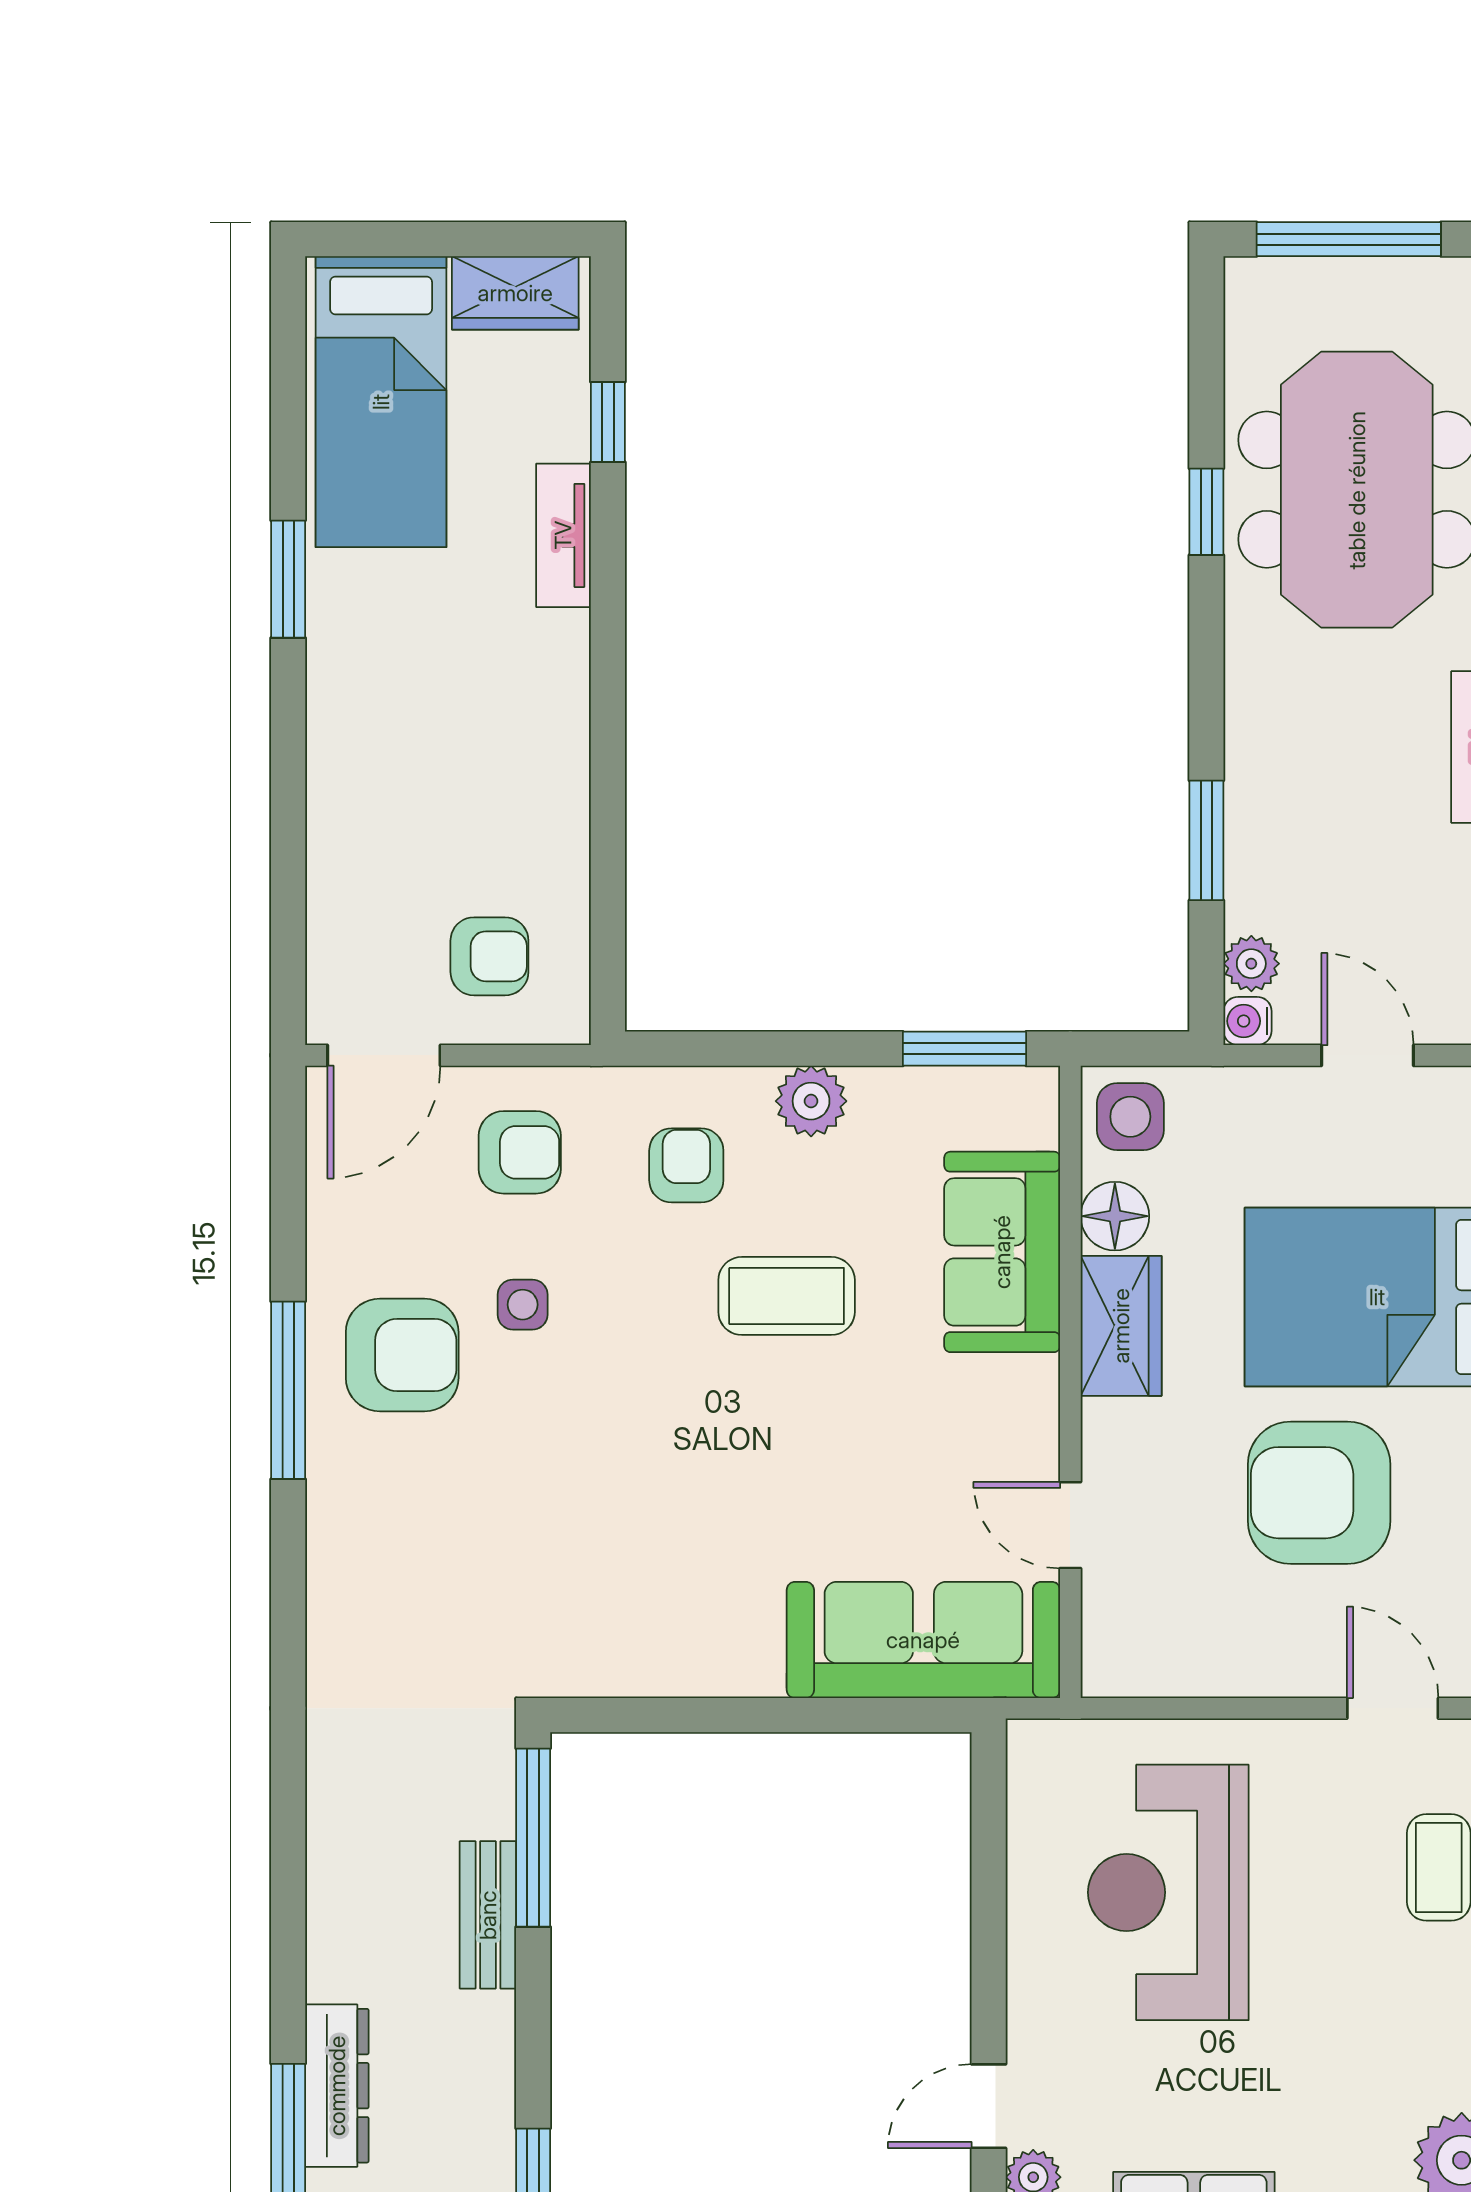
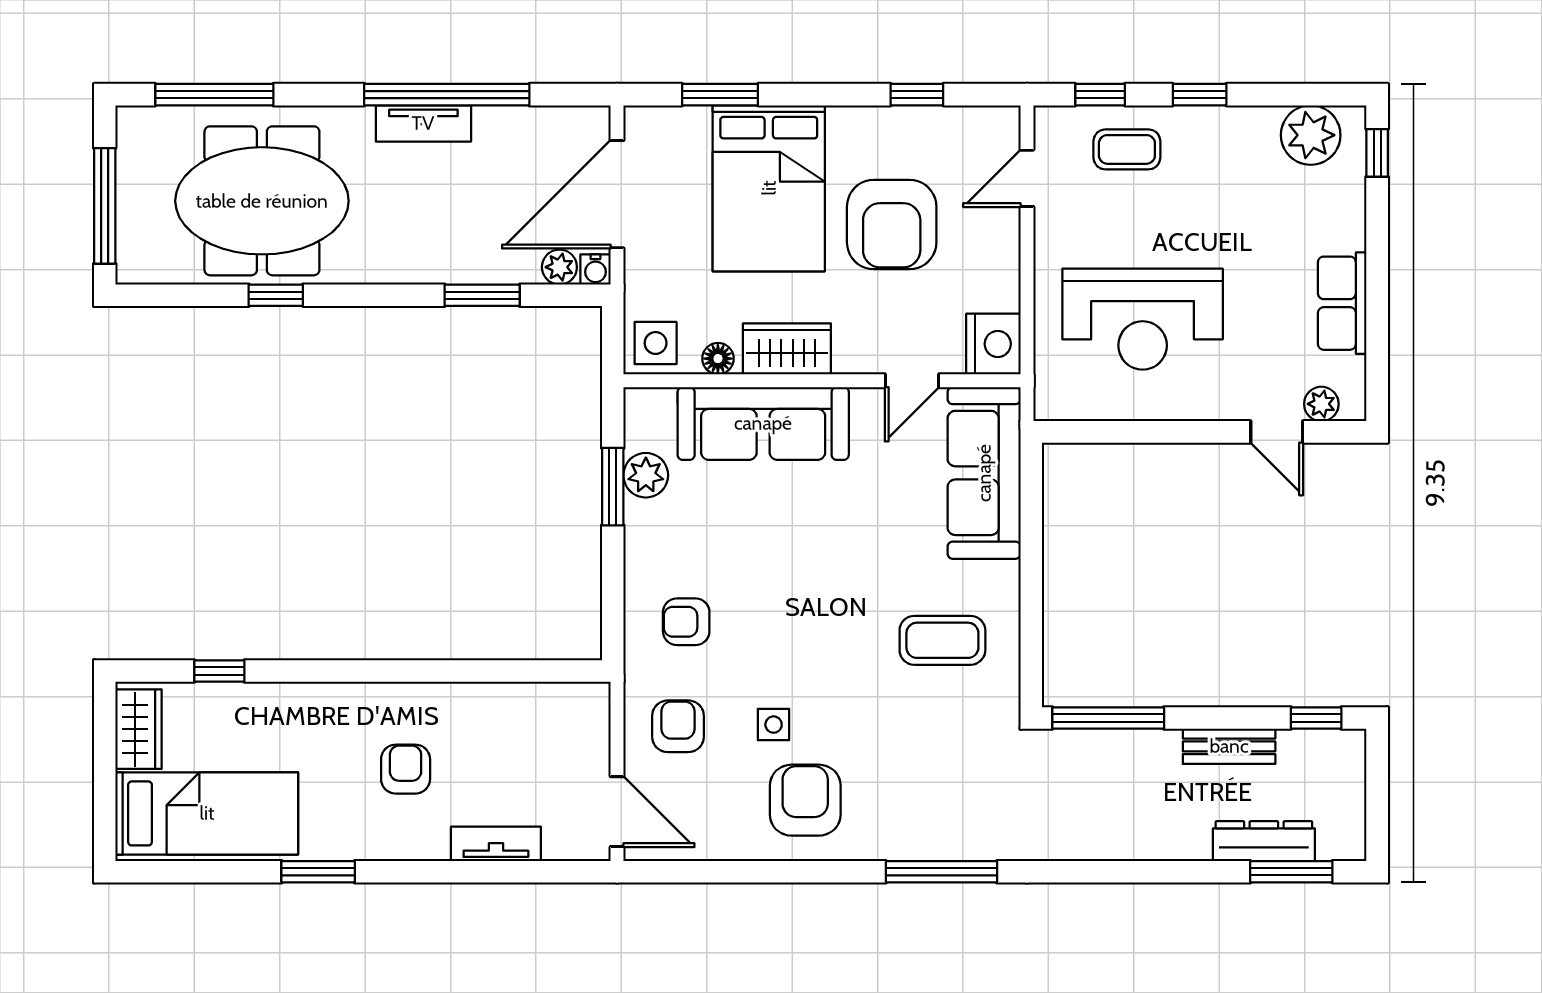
tv unit: (563, 535) -> (496, 844), moved, turned 180
armchair: (489, 956) -> (406, 769), moved
window: (964, 1049) -> (613, 487), moved
door: (1367, 1055) -> (617, 194), width x1.88
plant: (811, 1101) -> (646, 475), moved
floor lamp: (1115, 1216) -> (718, 359), width x0.73, depth x0.73
sofa: (1002, 1252) -> (763, 423), width x1.36
coffee table: (787, 1296) -> (942, 640), moved, turned 90
window: (288, 1390) -> (941, 872), moved
nightstand: (1129, 1655) -> (993, 344), added
bench: (488, 1915) -> (1229, 746), moved

